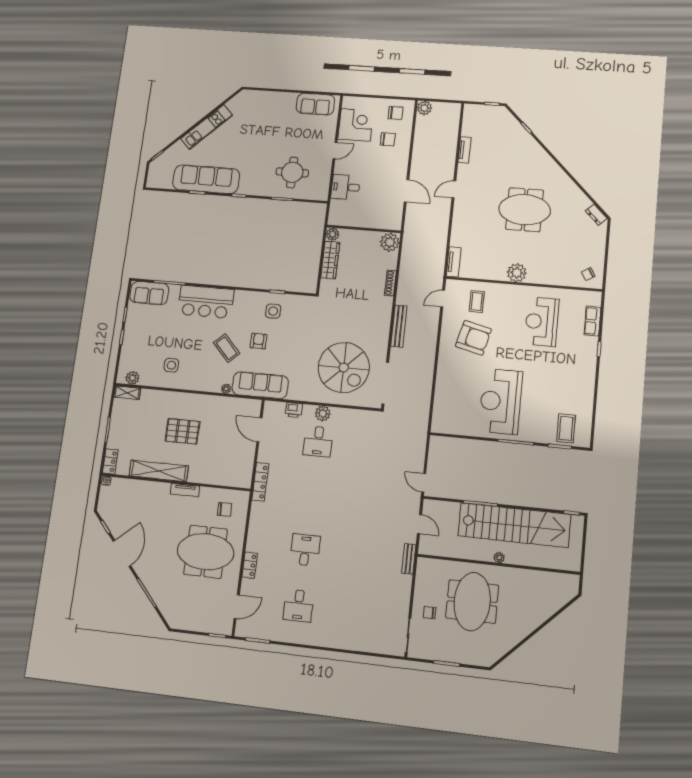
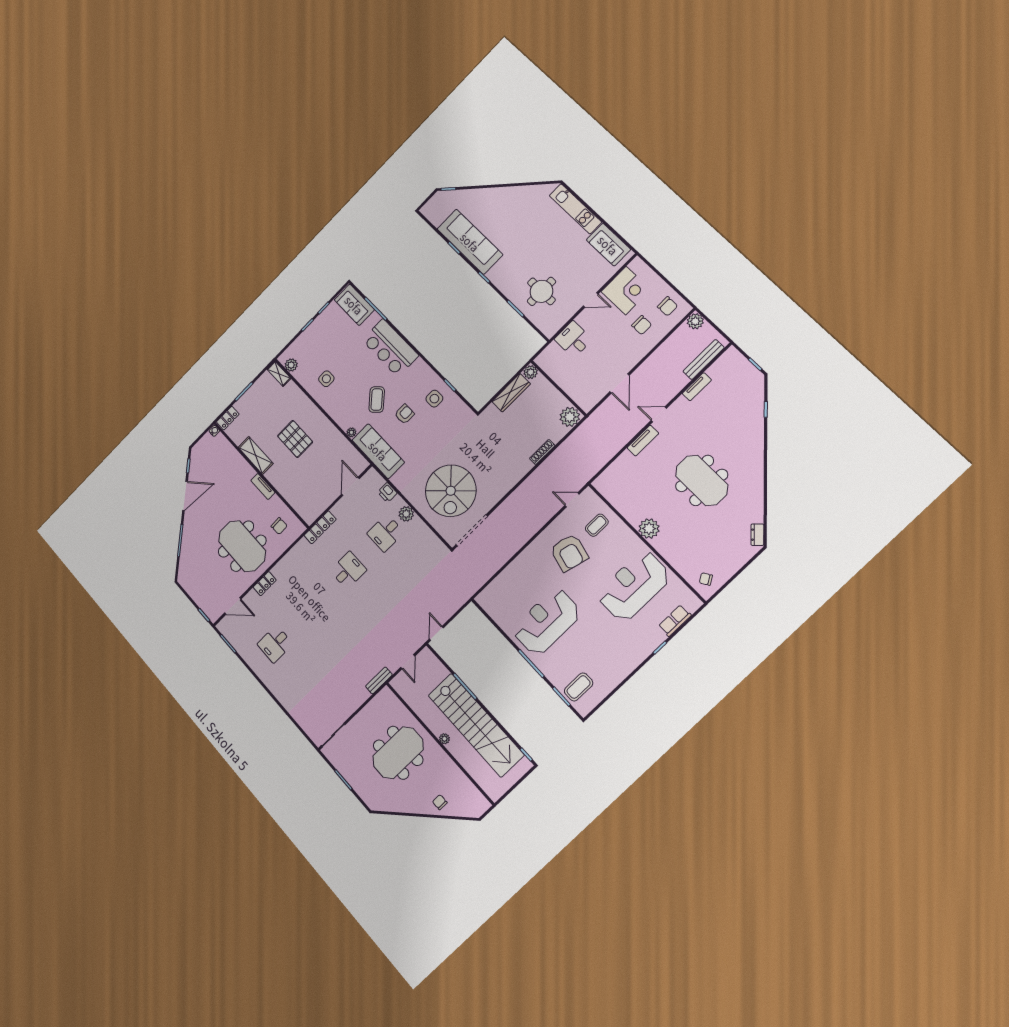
kitchen unit: (207, 127) -> (575, 209), moved, turned 45
tv unit: (454, 262) -> (643, 441), moved
reception desk: (542, 322) -> (634, 586), width x1.36, depth x1.30
bench: (399, 326) -> (704, 359), moved
shelving: (159, 471) -> (256, 455), width x0.68
desk: (305, 550) -> (348, 570), moved
chair: (429, 613) -> (440, 802), moved

